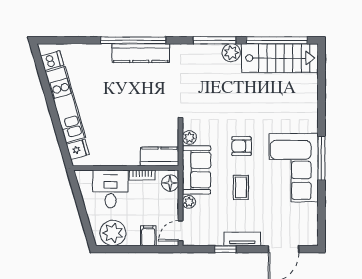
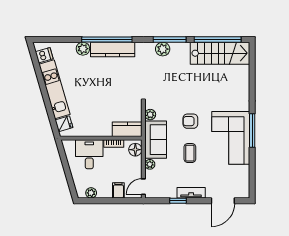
plant: (102, 52) -> (83, 49), added
plant: (231, 53) -> (163, 49), moved
plant: (113, 233) -> (91, 193), width x0.53, depth x0.53

